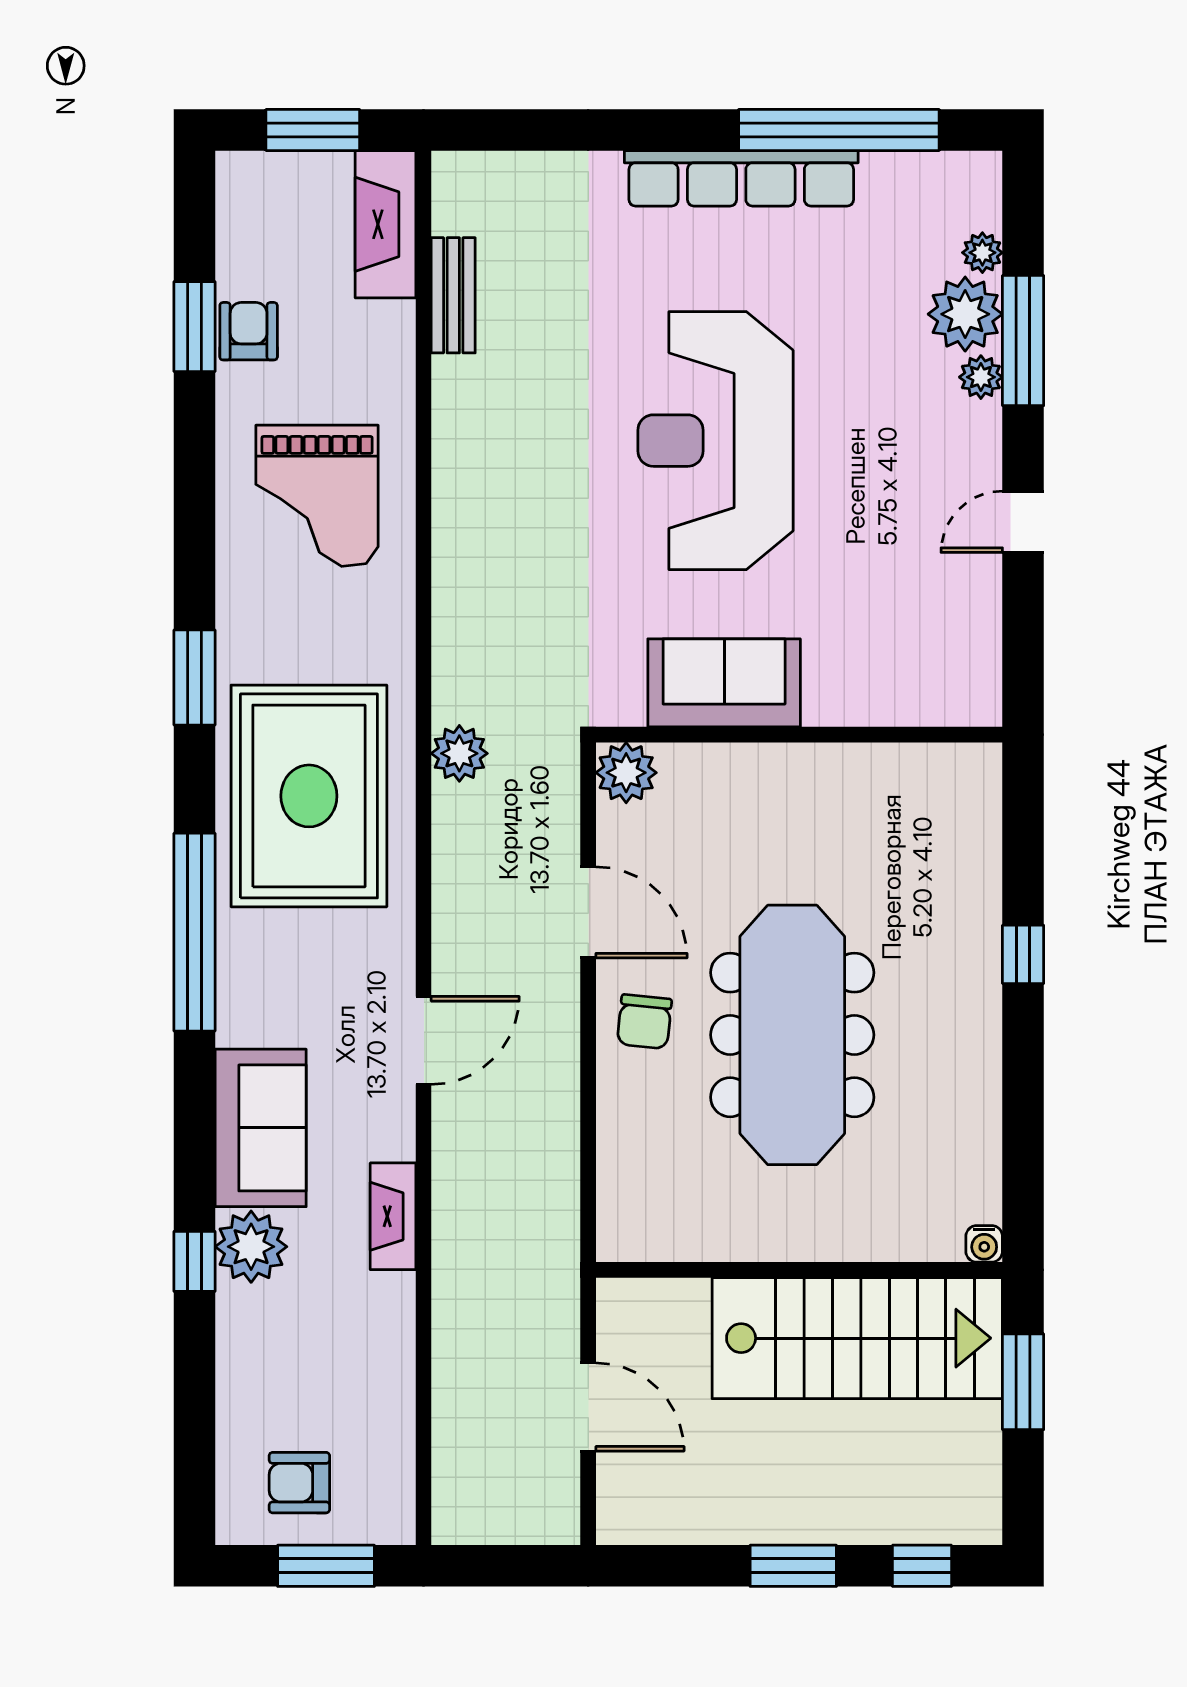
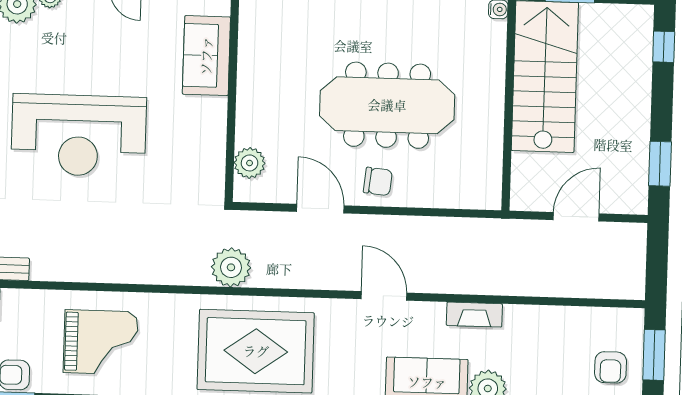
sofa: (724, 683) -> (206, 56), moved
plant: (459, 753) -> (231, 267), width x1.36, depth x1.36
plant: (626, 773) -> (250, 163), moved
door: (588, 912) -> (320, 209), hinge flipped
window: (793, 1566) -> (660, 164), moved

